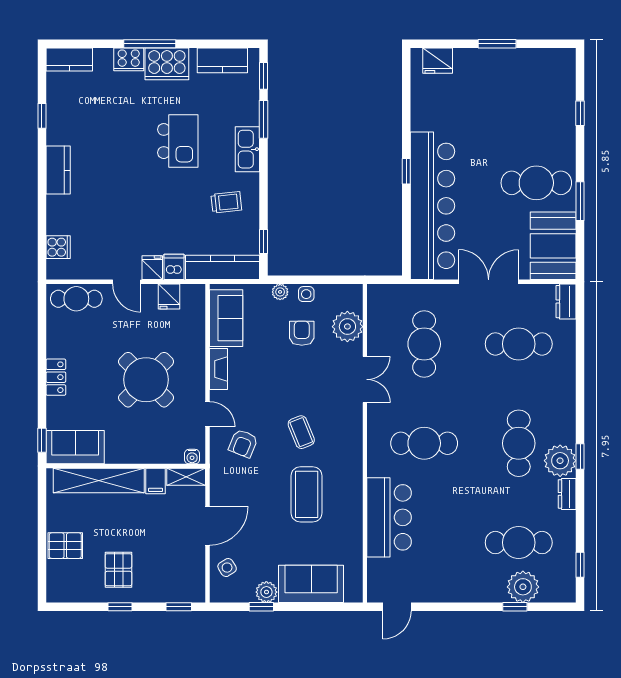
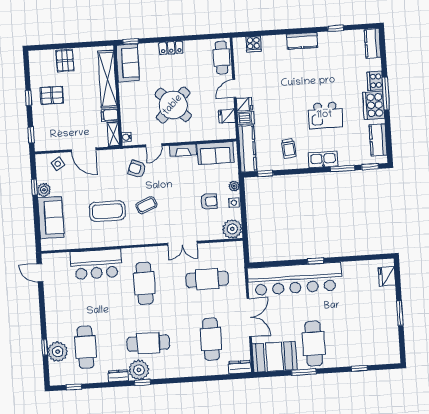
plant: (347, 327) -> (232, 229), moved

